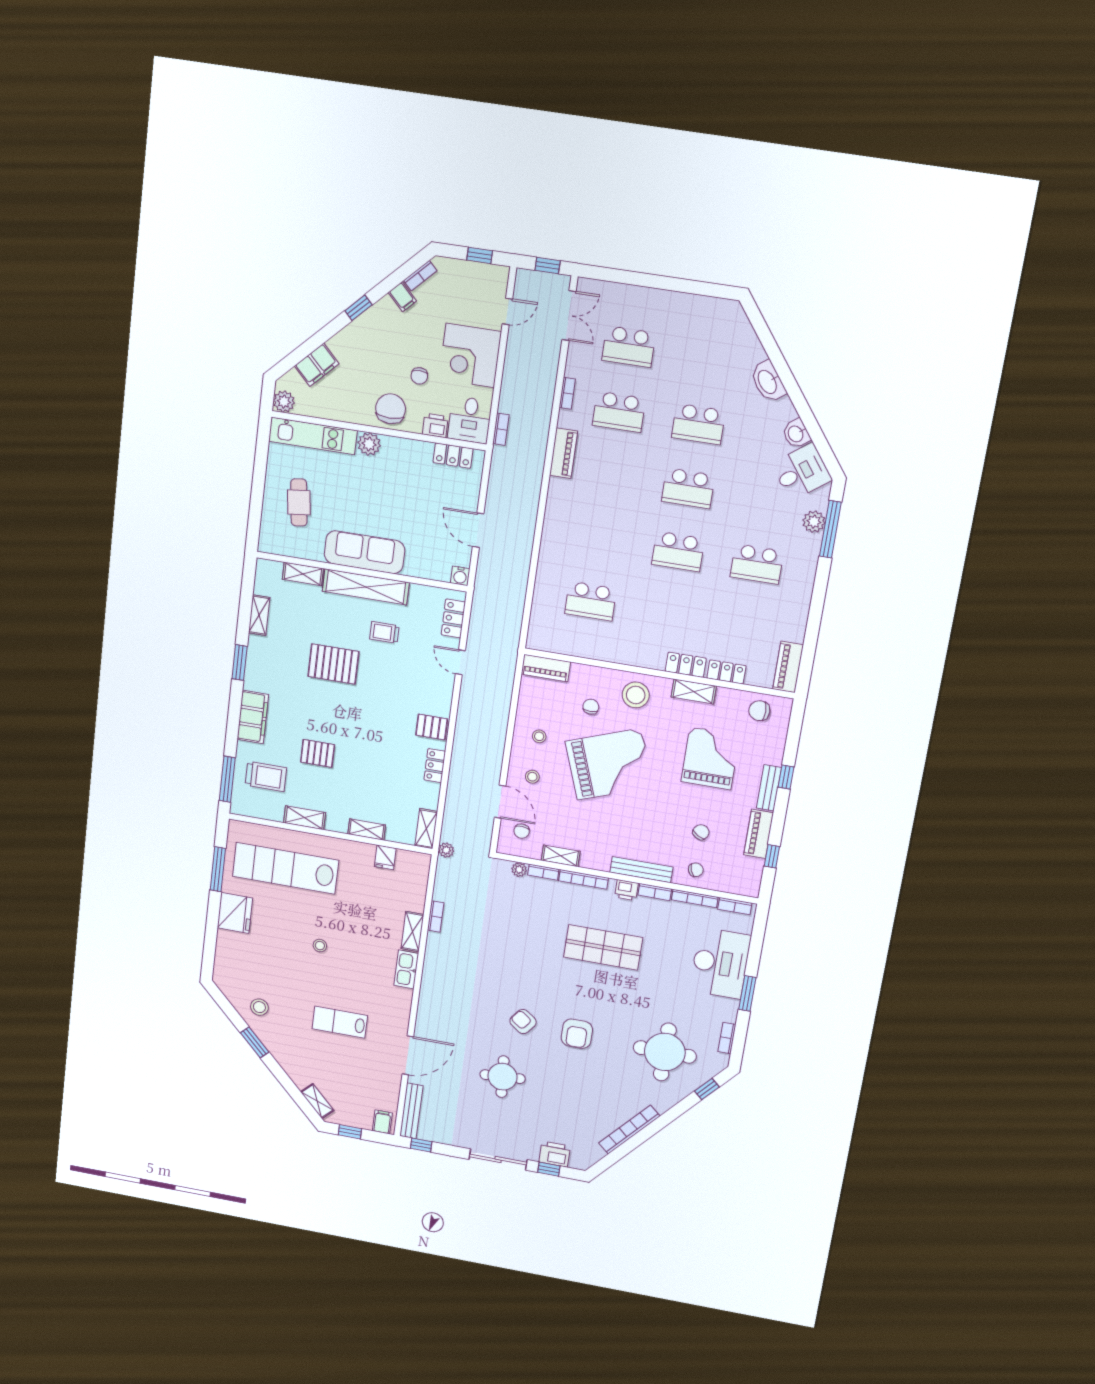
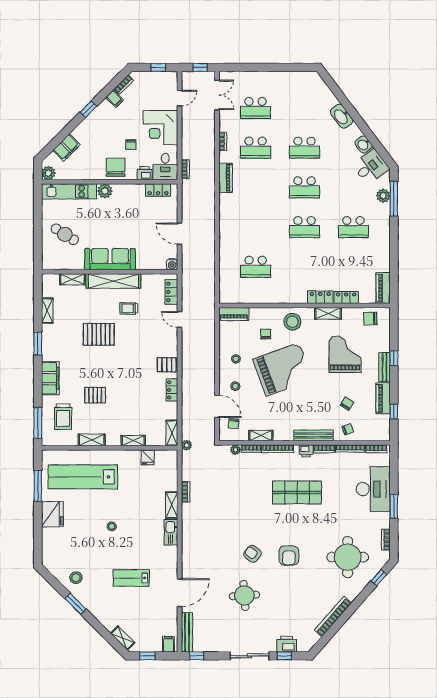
cafe table: (299, 502) -> (65, 234), turned -51
trolley: (266, 776) -> (63, 417), turned 90

